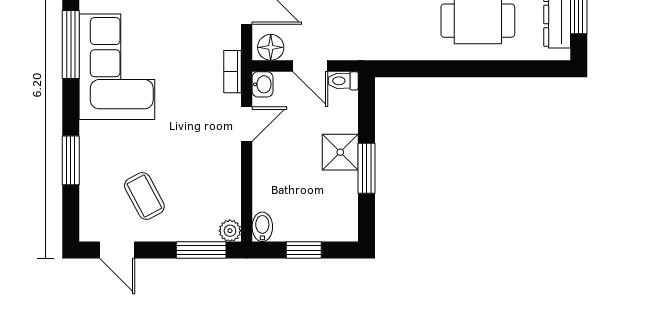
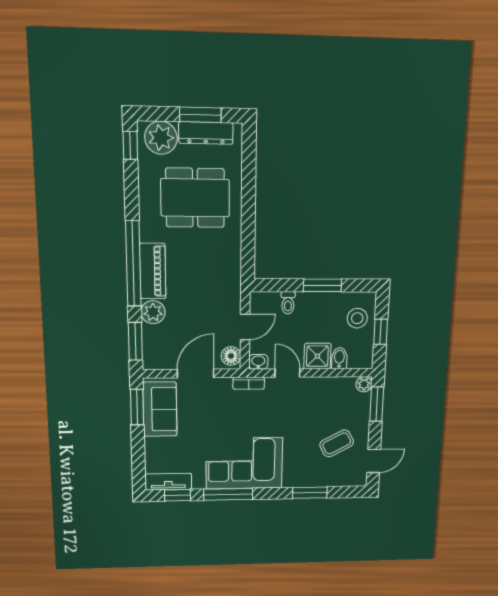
toilet: (343, 81) -> (288, 303), moved
shower: (340, 152) -> (317, 356), moved
stool: (322, 217) -> (357, 318), added
bidet: (262, 227) -> (339, 358), moved, turned 90

